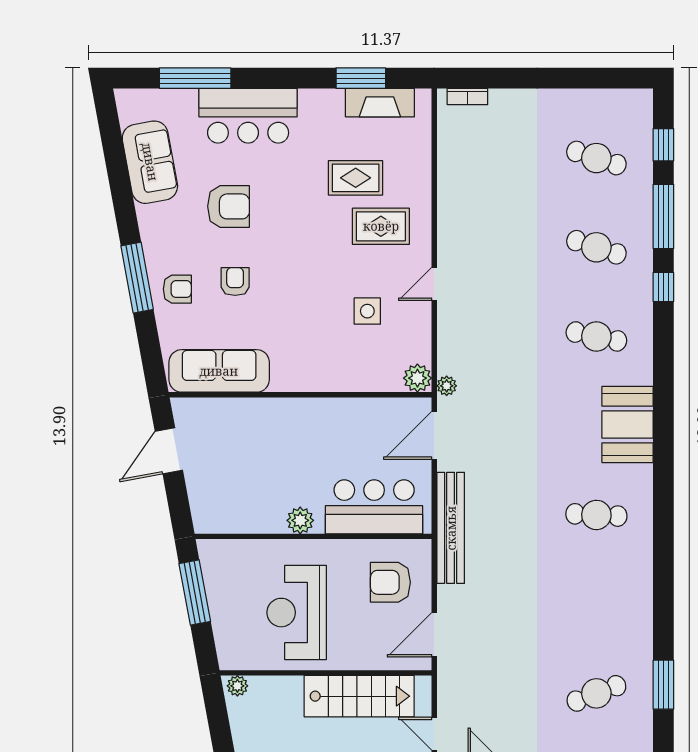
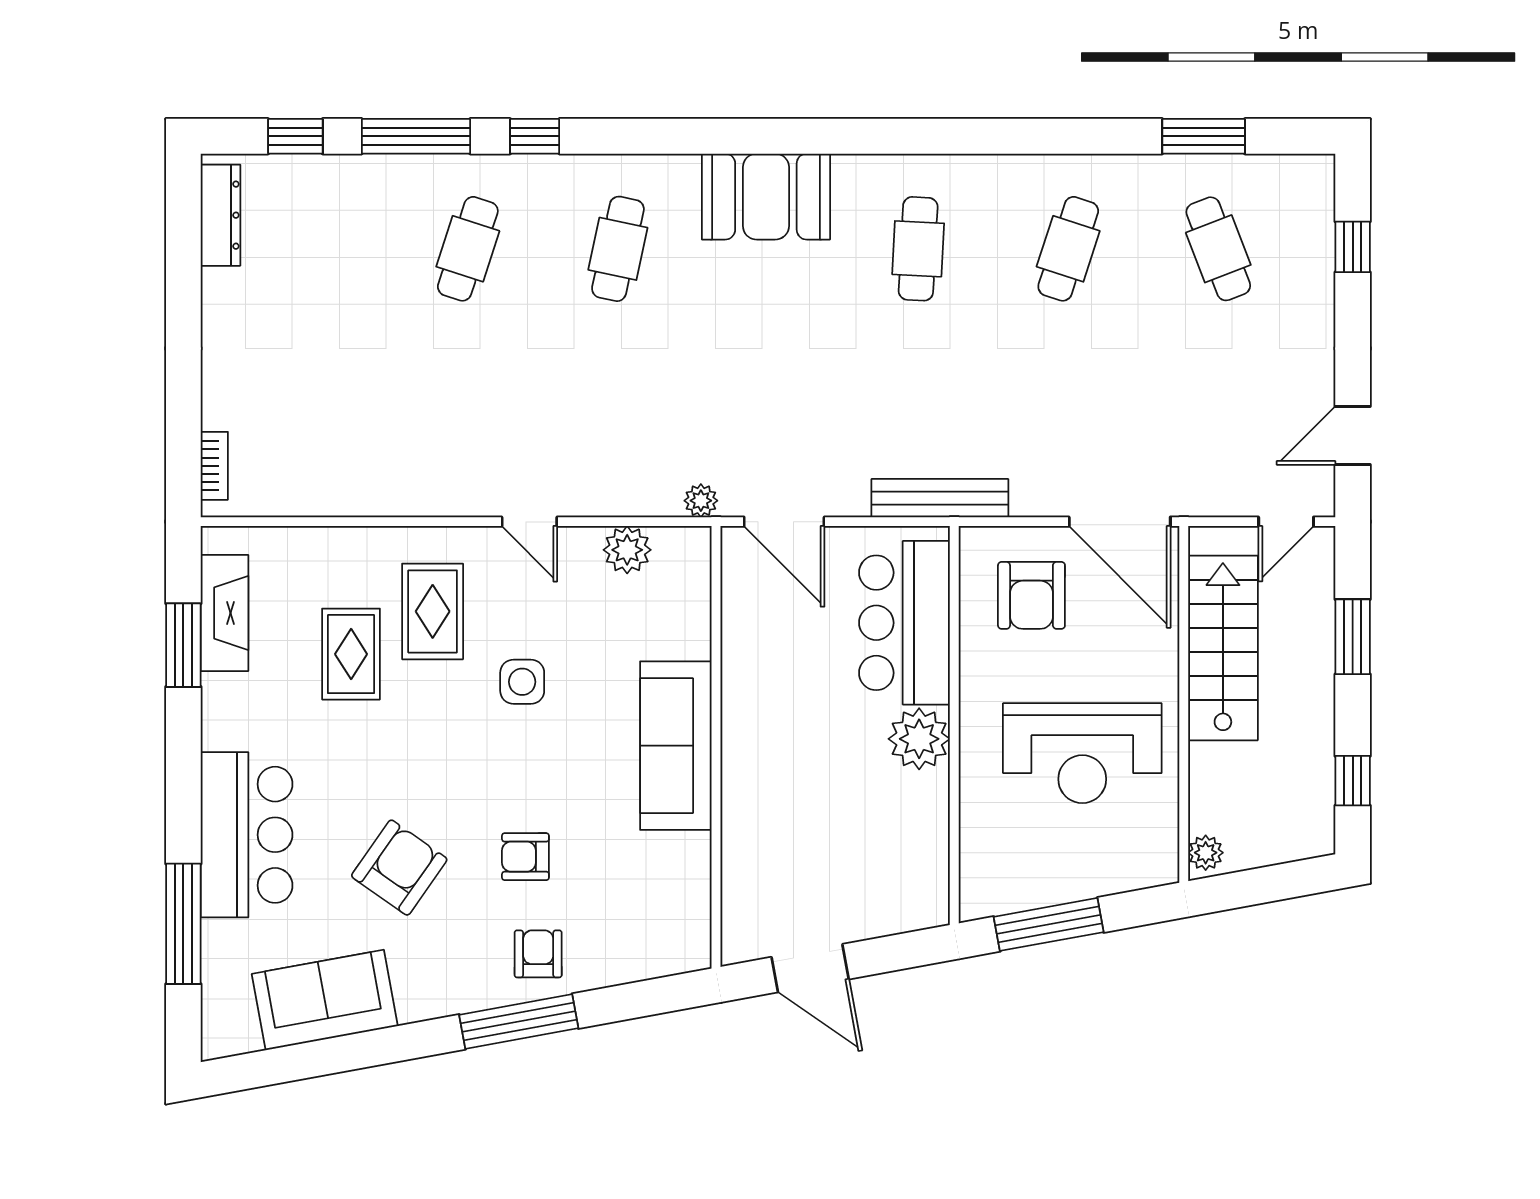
dresser: (616, 100) -> (221, 215), added
cafe table: (596, 158) -> (1068, 249), moved
armchair: (229, 206) -> (399, 868), turned 35
side table: (367, 311) -> (522, 682), moved
sofa: (219, 371) -> (676, 746), moved
plant: (417, 378) -> (627, 550), moved
plant: (300, 520) -> (919, 739), width x1.36, depth x1.36
bench: (451, 528) -> (940, 498), width x0.73, depth x0.82
door: (434, 635) -> (1120, 522), width x1.36

